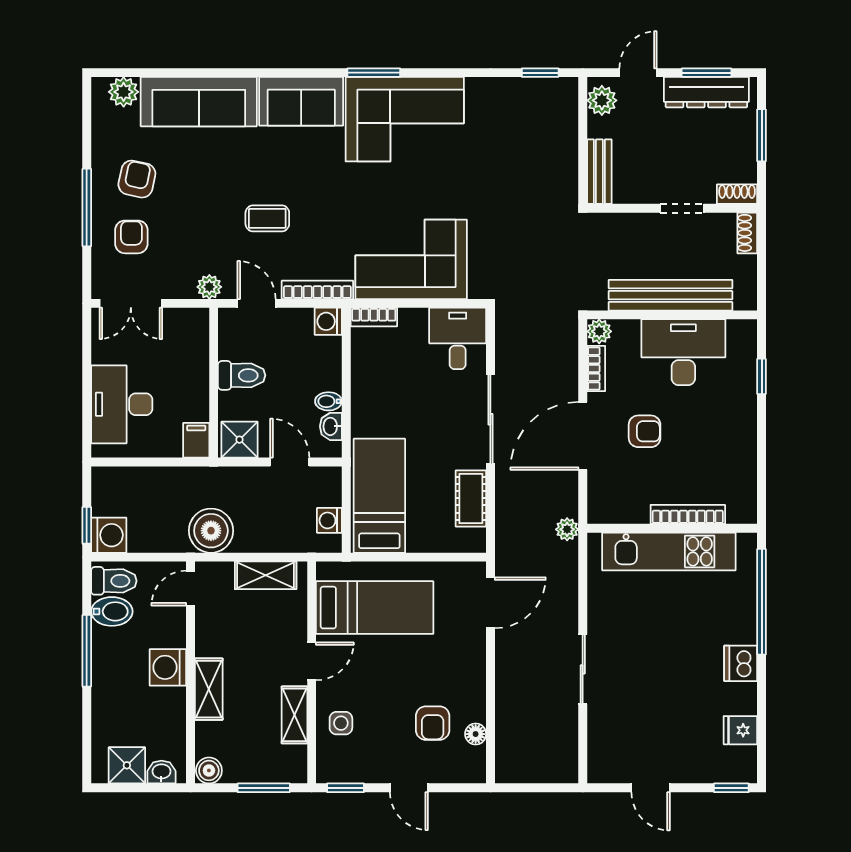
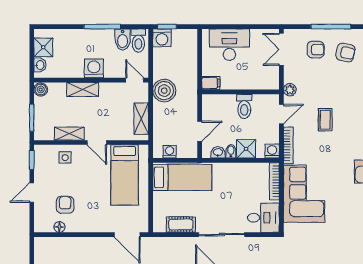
bookcase: (374, 317) -> (274, 181), width x1.56
shower: (239, 440) -> (246, 149), moved
armchair: (433, 723) -> (65, 205), turned 90

